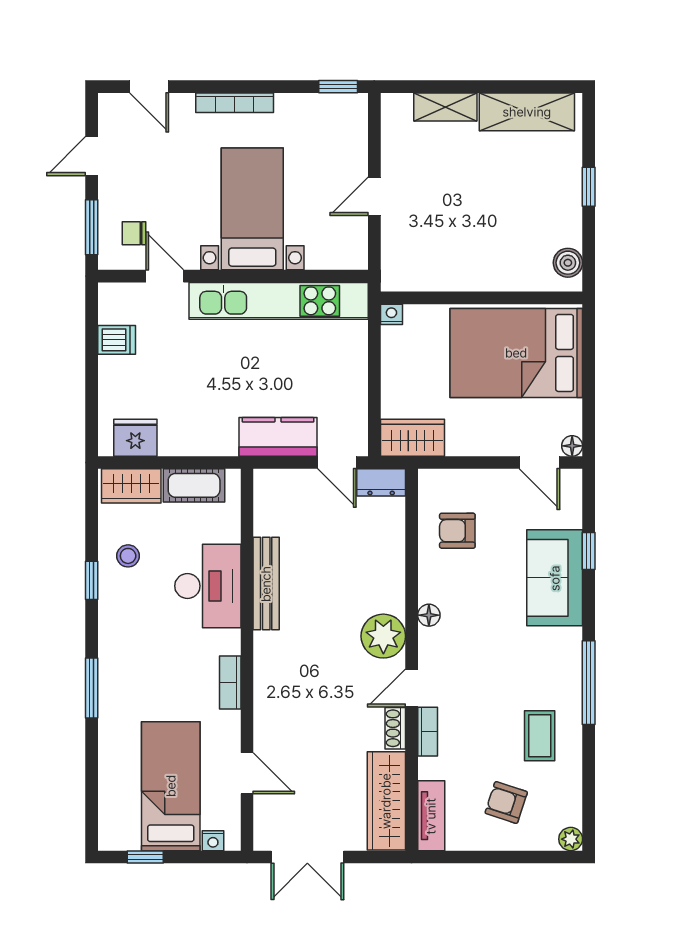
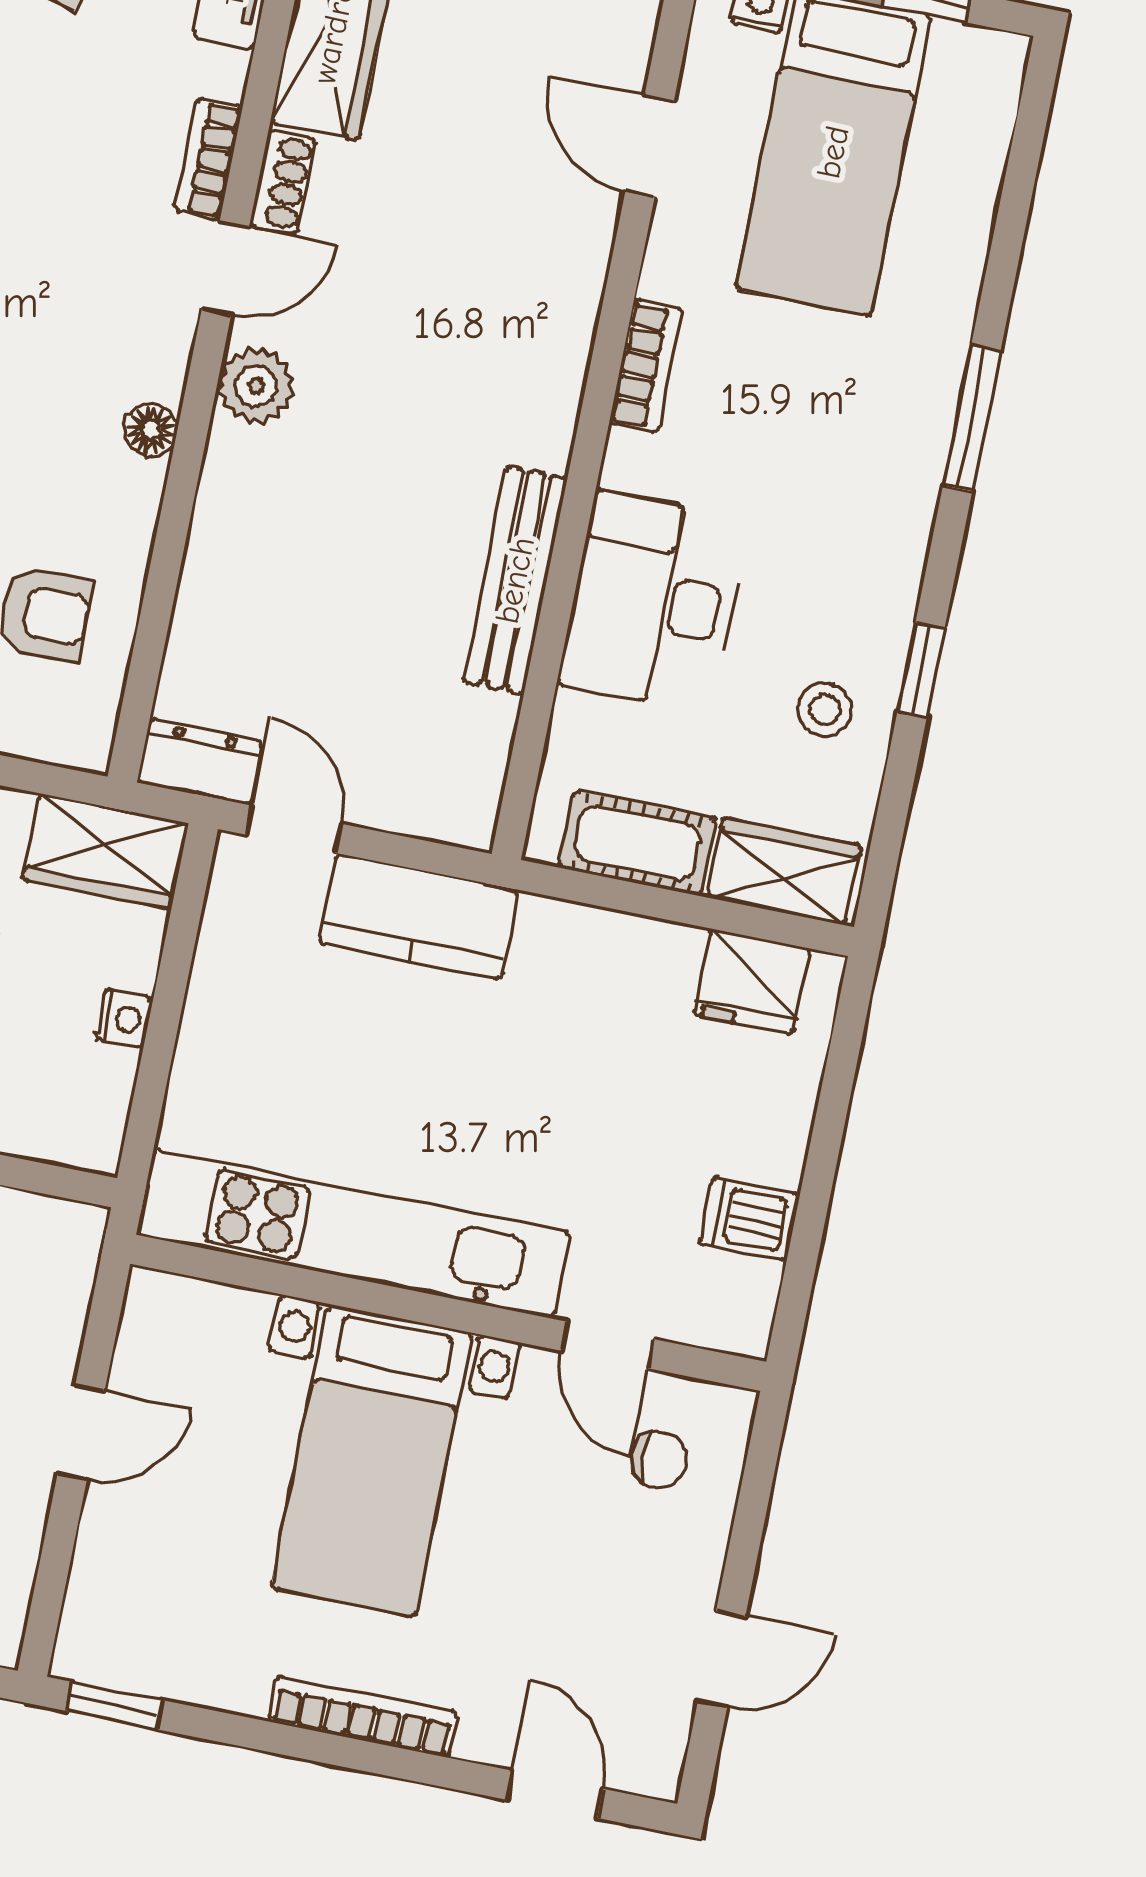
window: (92, 227) -> (755, 1493), removed
nightstand: (391, 314) -> (124, 1019), moved, turned -90
plant: (383, 636) -> (256, 386), width x0.73, depth x0.73

